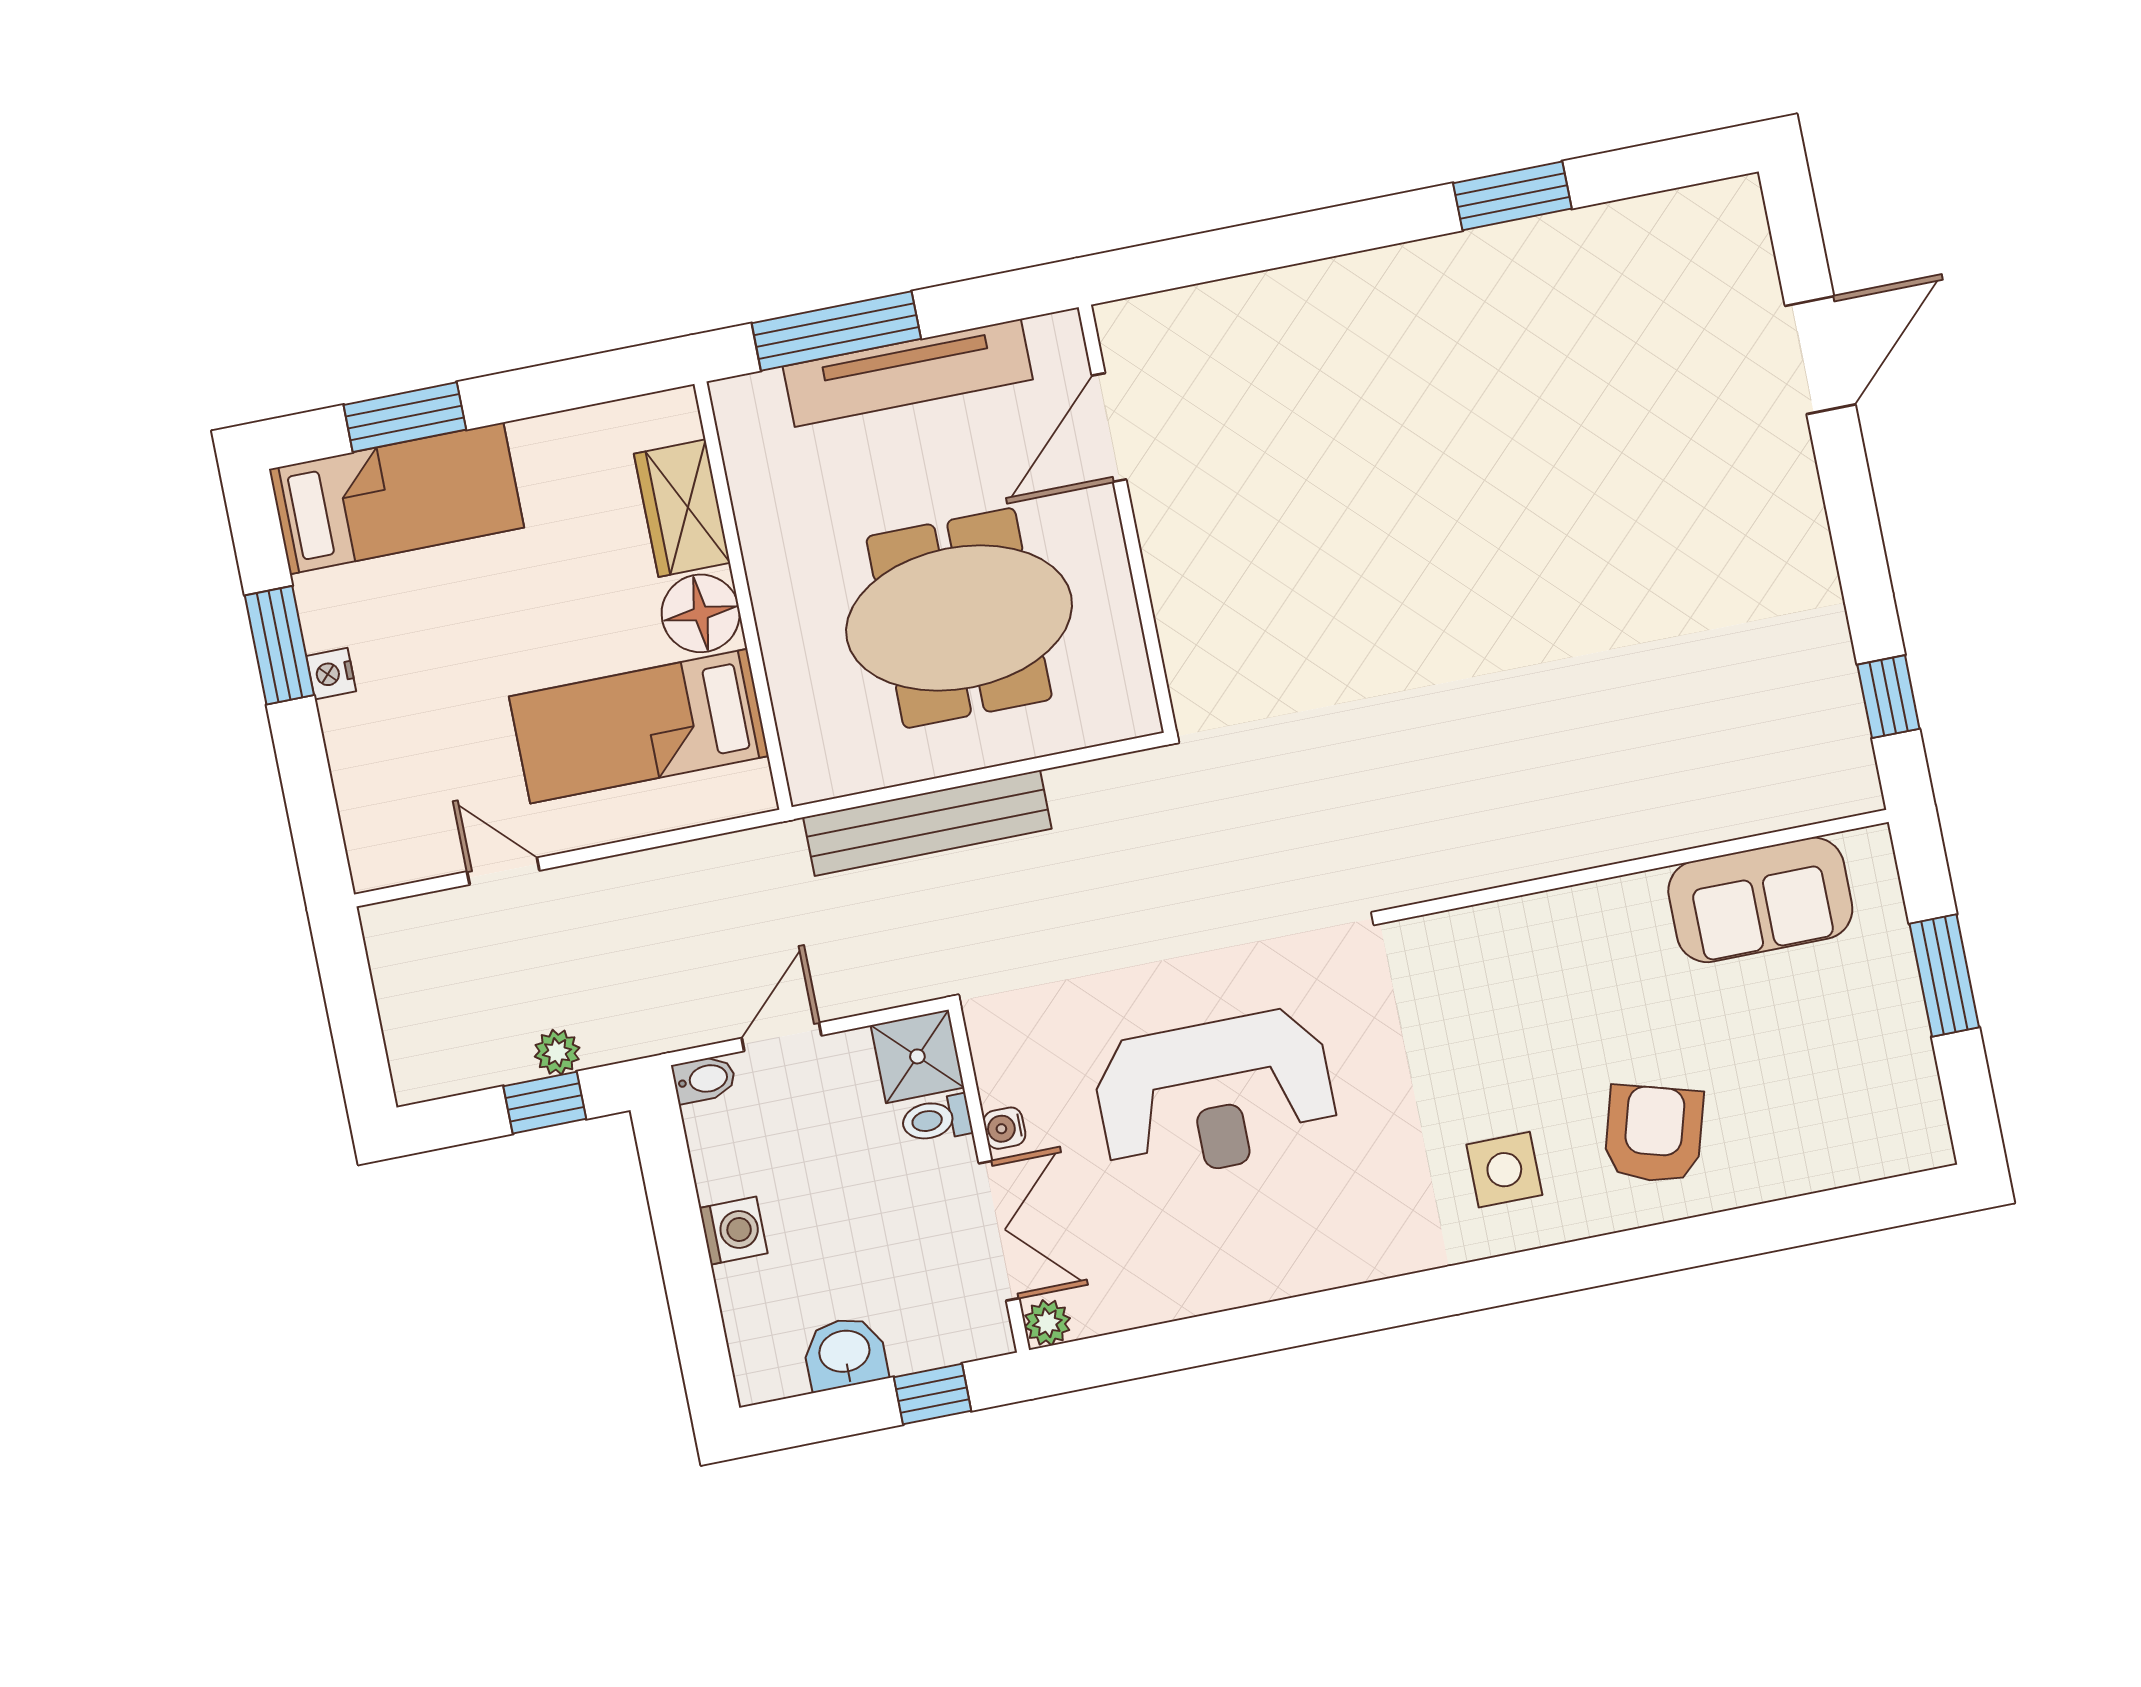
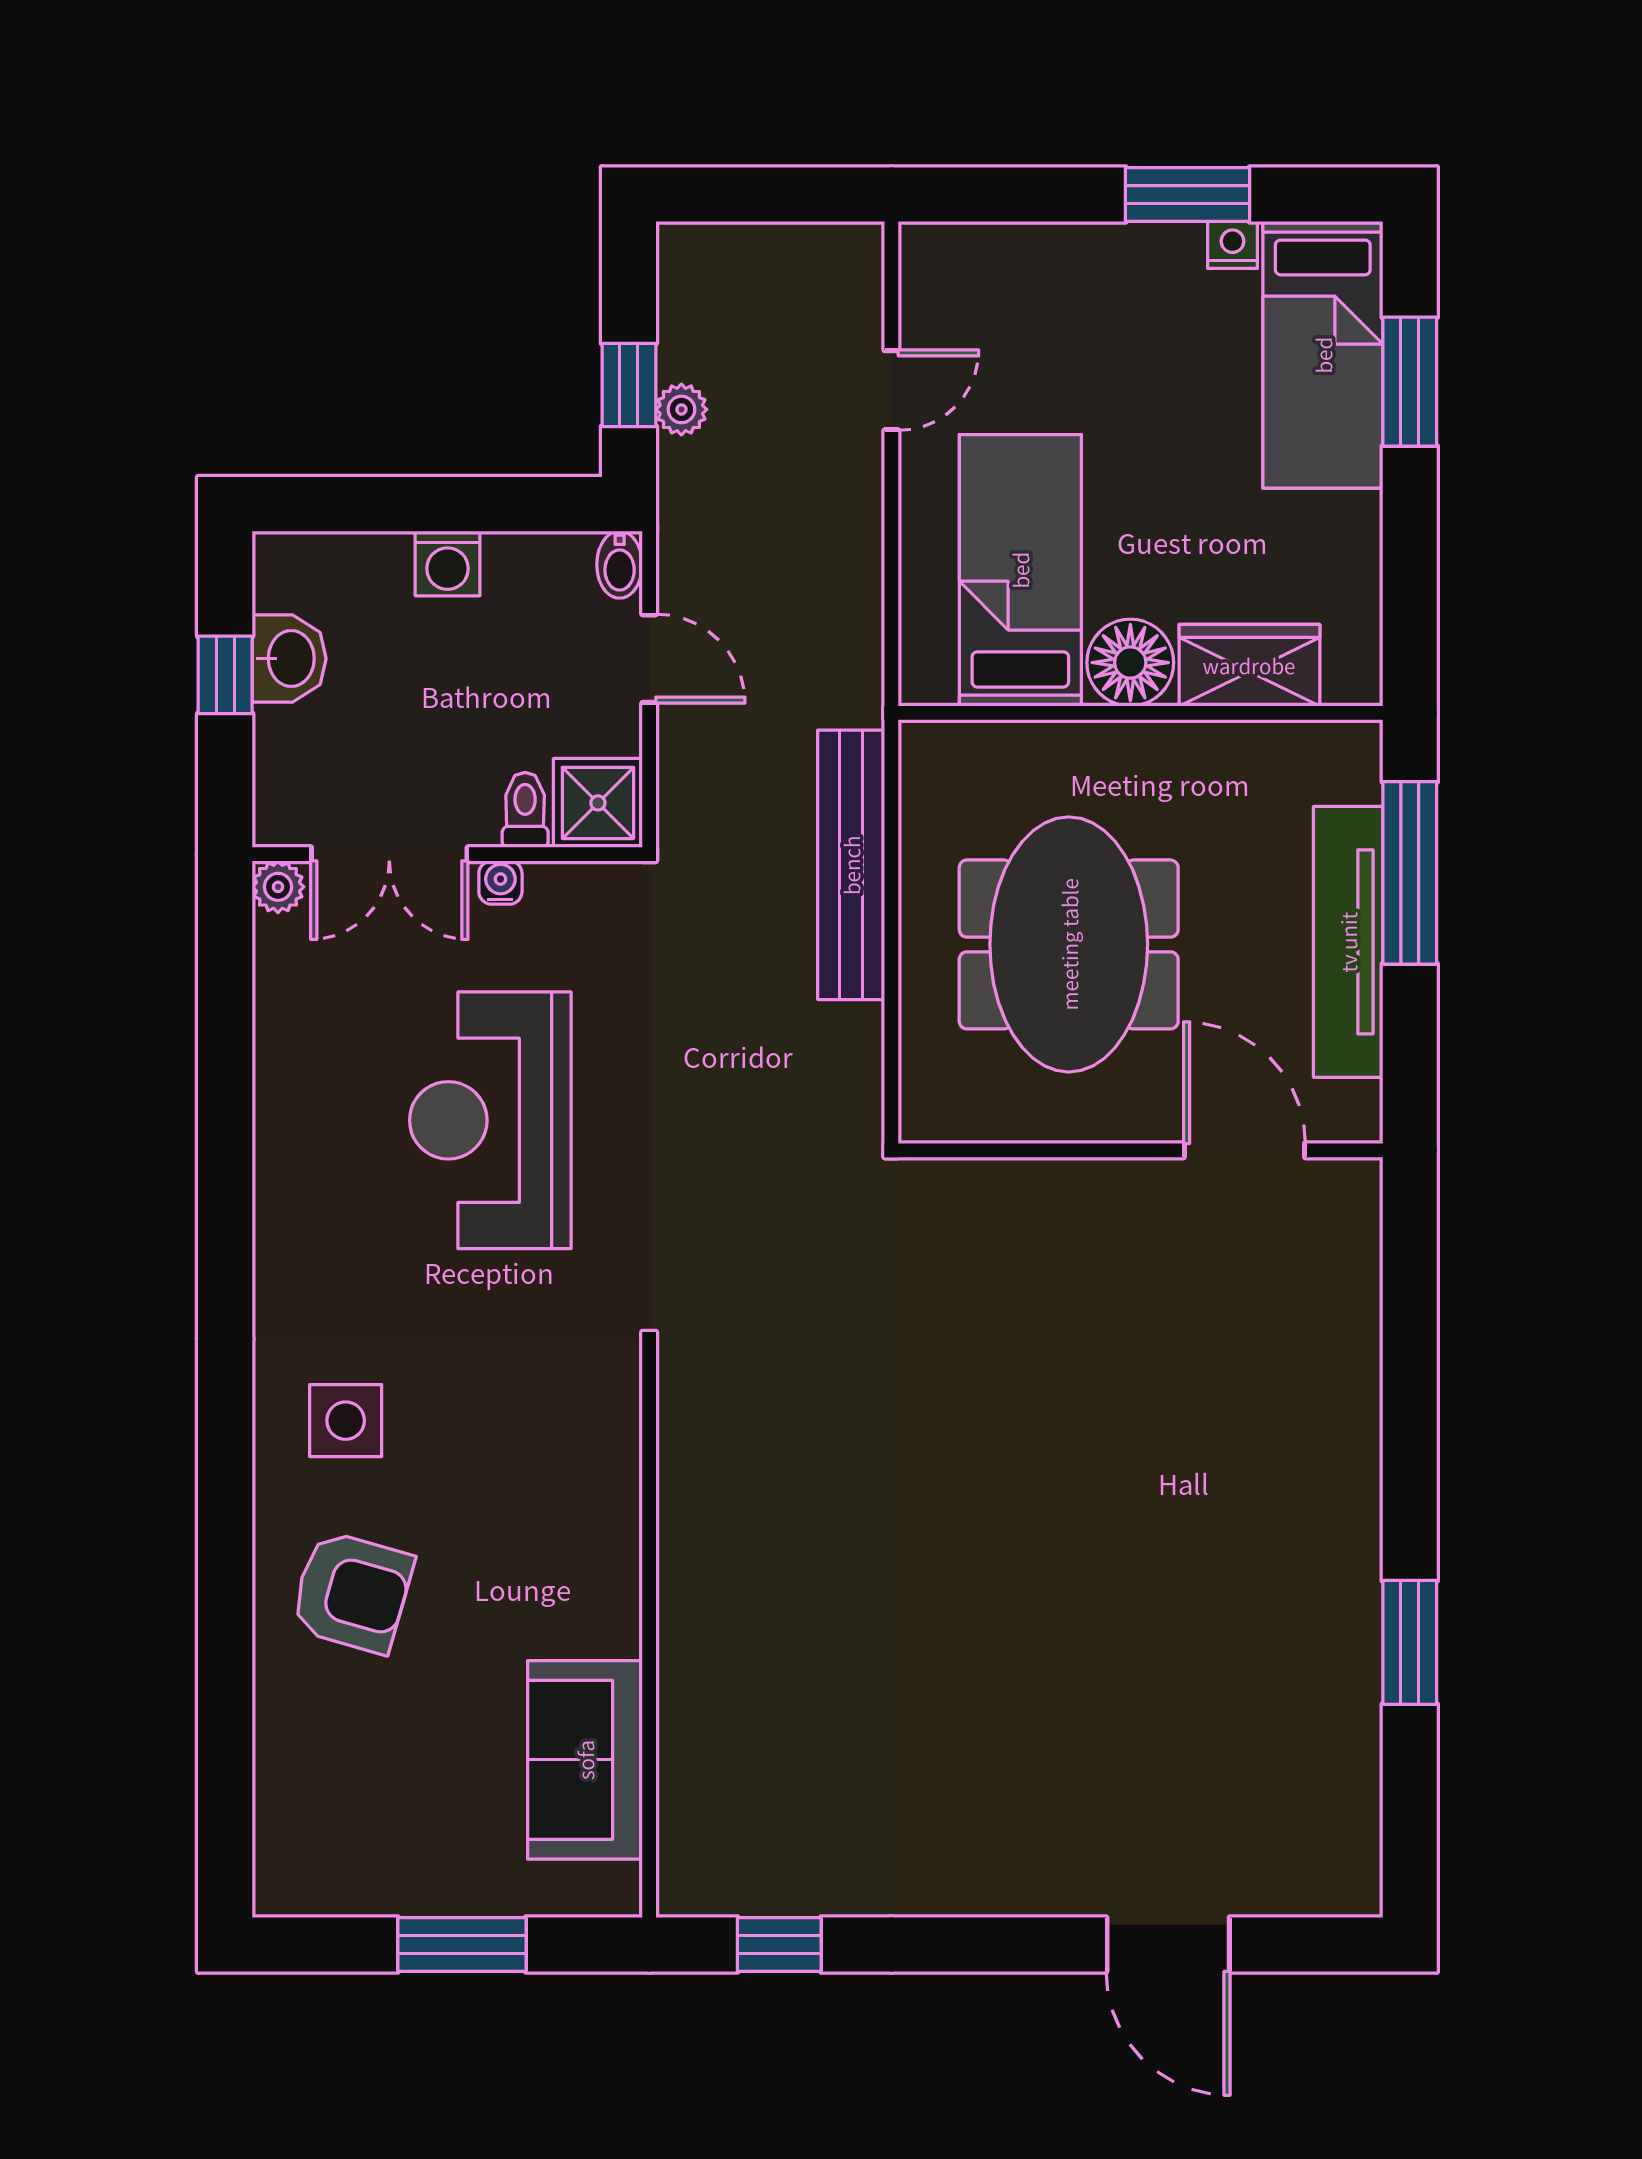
nightstand: (331, 674) -> (1232, 245), moved
window: (932, 1394) -> (225, 675), moved

